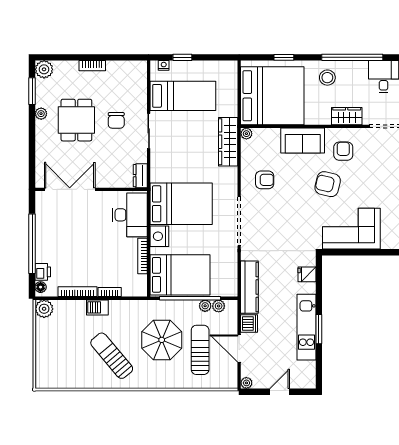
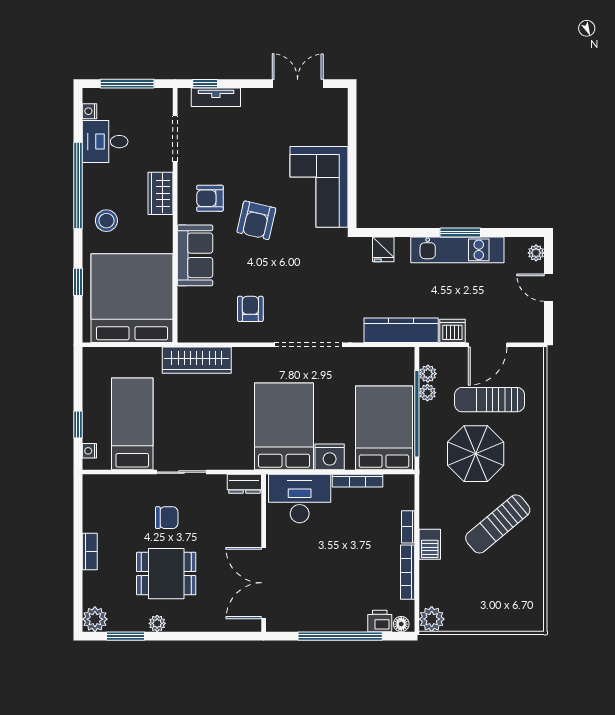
plant: (246, 134) -> (185, 334), removed
plant: (246, 383) -> (536, 253), moved

